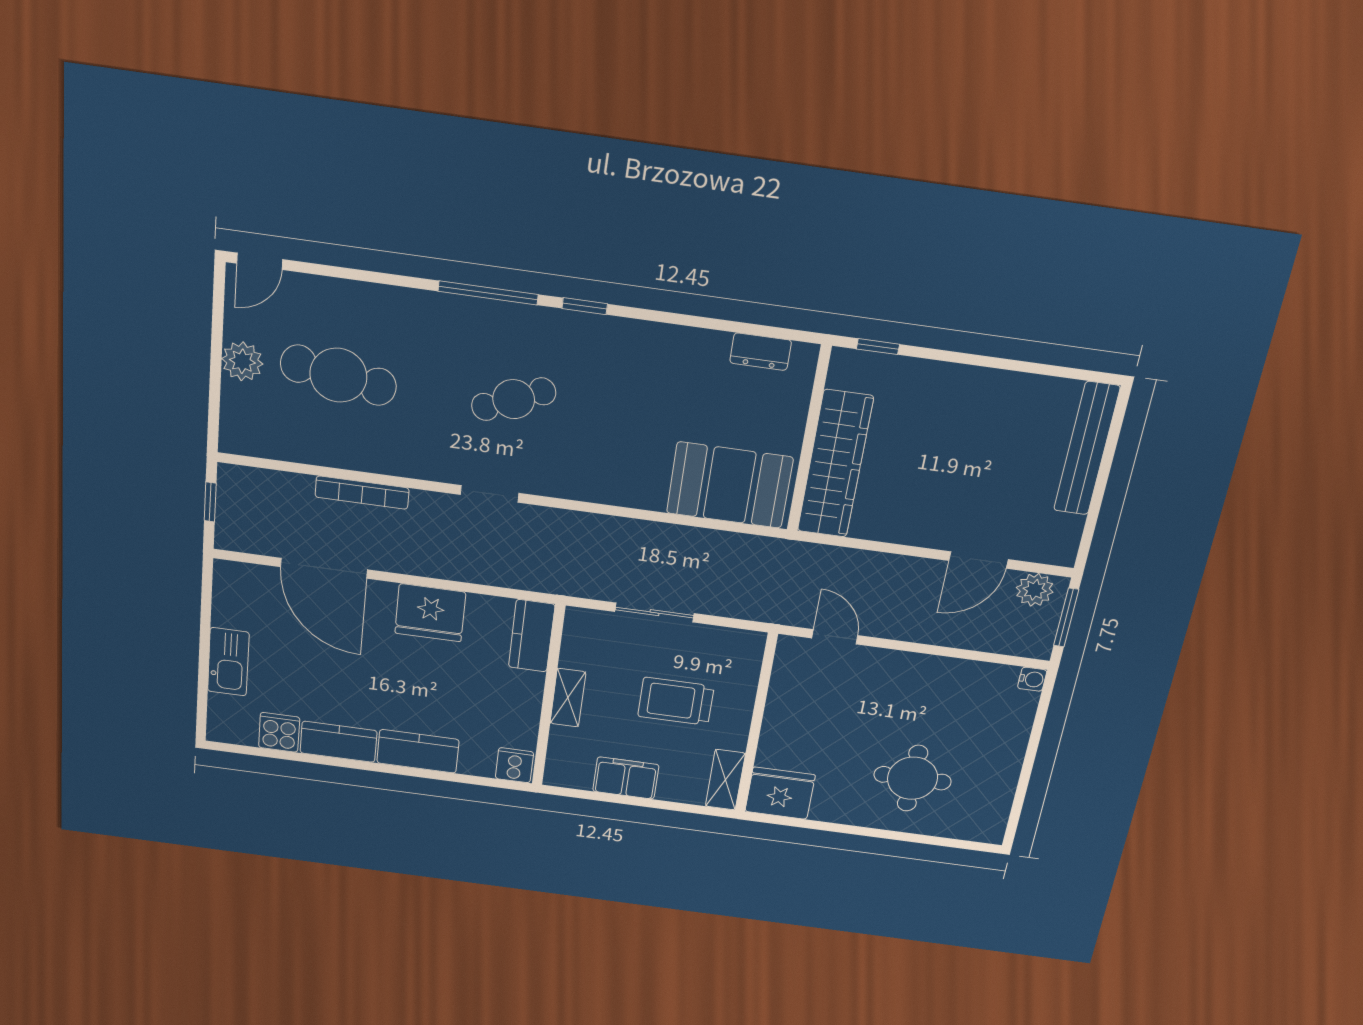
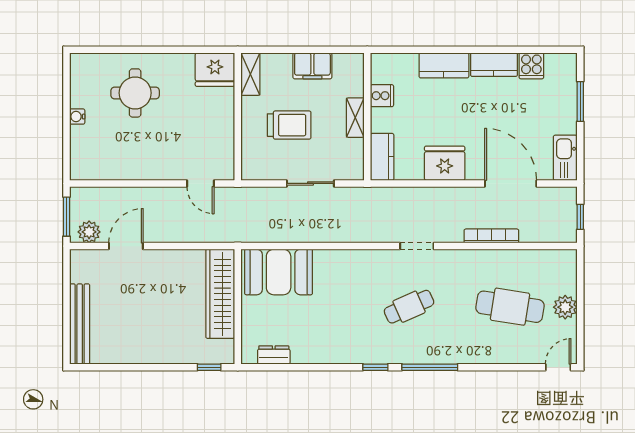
kitchen sink: (228, 662) -> (565, 158), moved
window: (203, 672) -> (580, 102), added
water cooler: (1032, 679) -> (77, 117), moved
cooker: (514, 765) -> (382, 96), moved, turned -90

